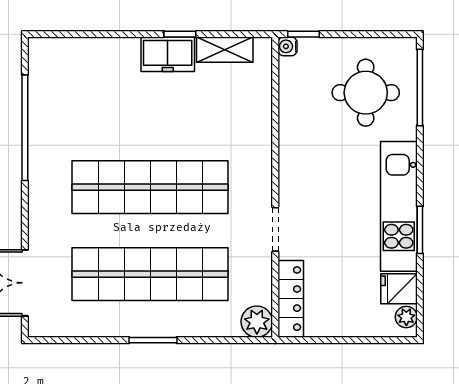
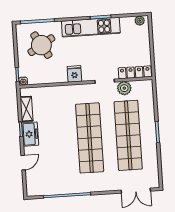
door: (105, 34) -> (23, 163), added
round table: (366, 93) -> (41, 45), turned -31
fridge: (399, 289) -> (74, 74), moved, turned 180
plant: (257, 322) -> (124, 88), moved

